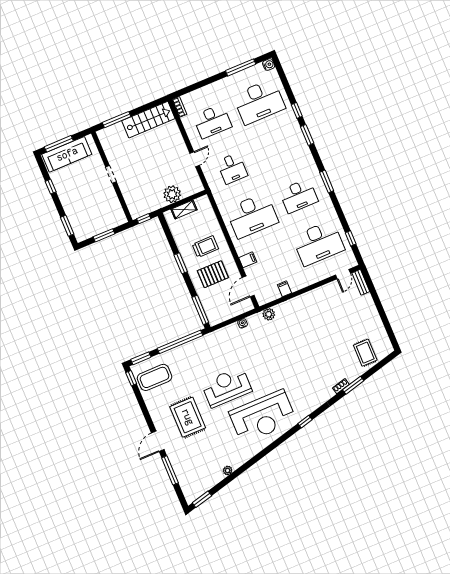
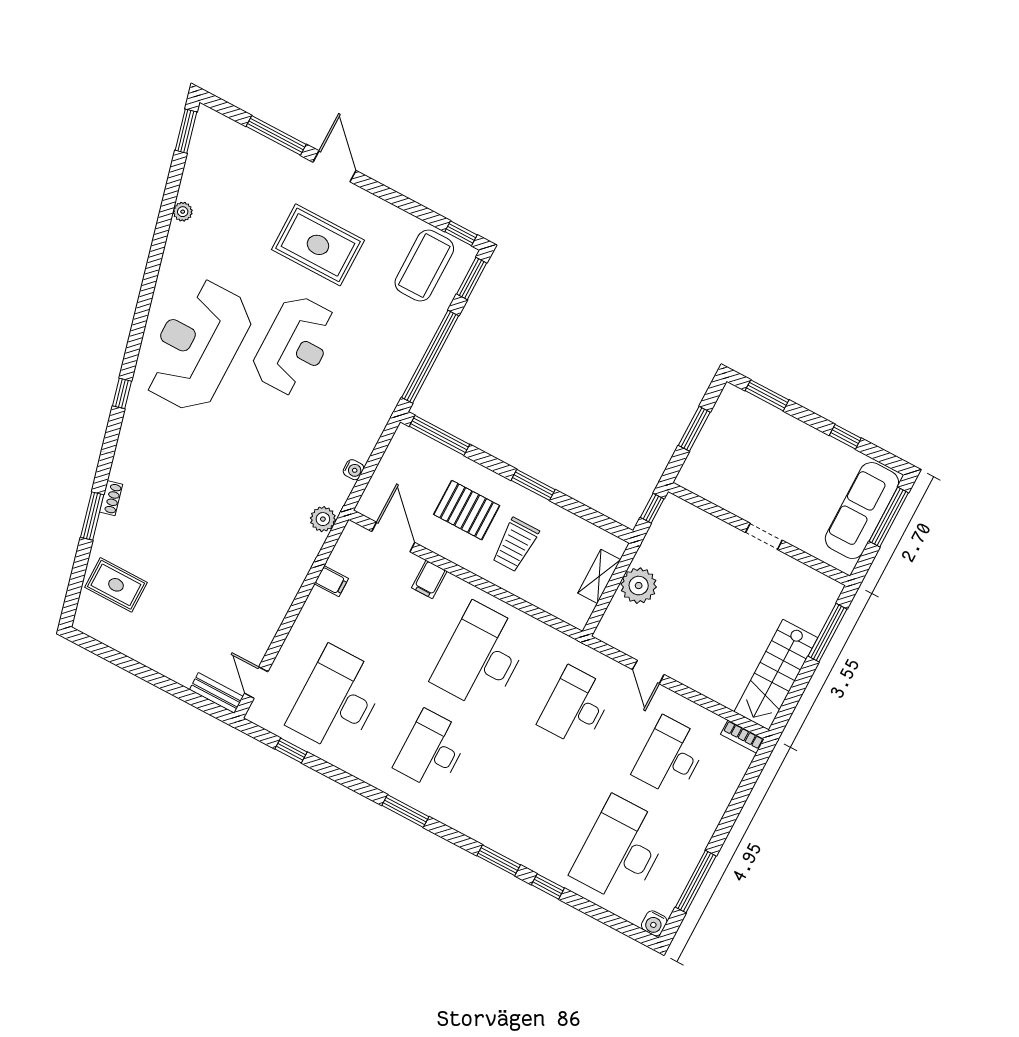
desk: (232, 168) -> (576, 707), width x1.37
pallet: (213, 274) -> (467, 510), turned 90

